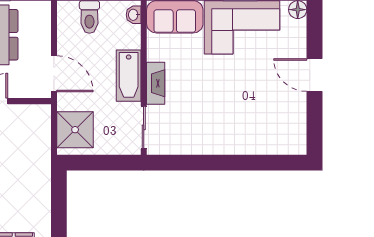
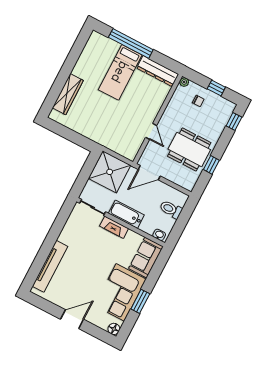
shower: (75, 130) -> (110, 172), width x1.37, depth x1.37
tv unit: (257, 144) -> (50, 266), added

